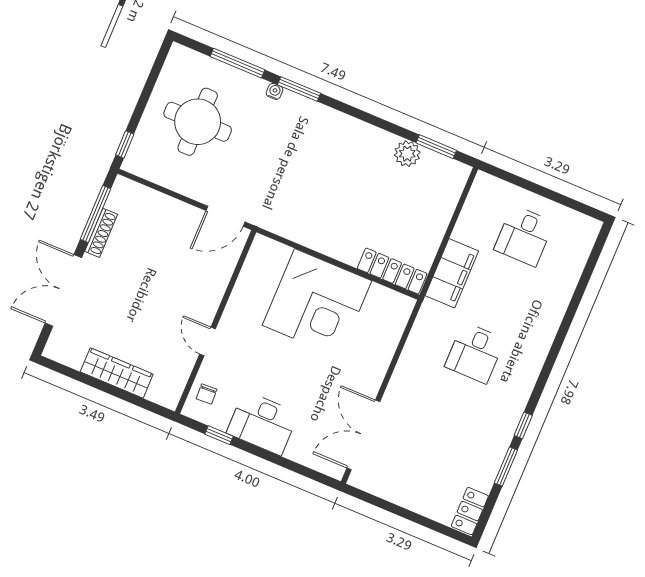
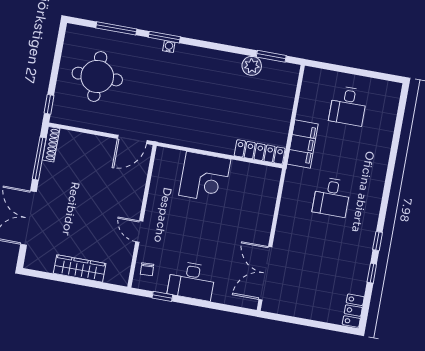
water cooler: (274, 91) -> (169, 47), moved
shoe rack: (101, 233) -> (51, 144), moved
corner desk: (317, 303) -> (205, 177), width x0.74, depth x0.74
window: (506, 466) -> (372, 273), width x0.67

